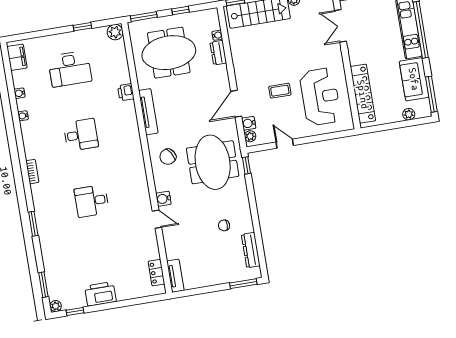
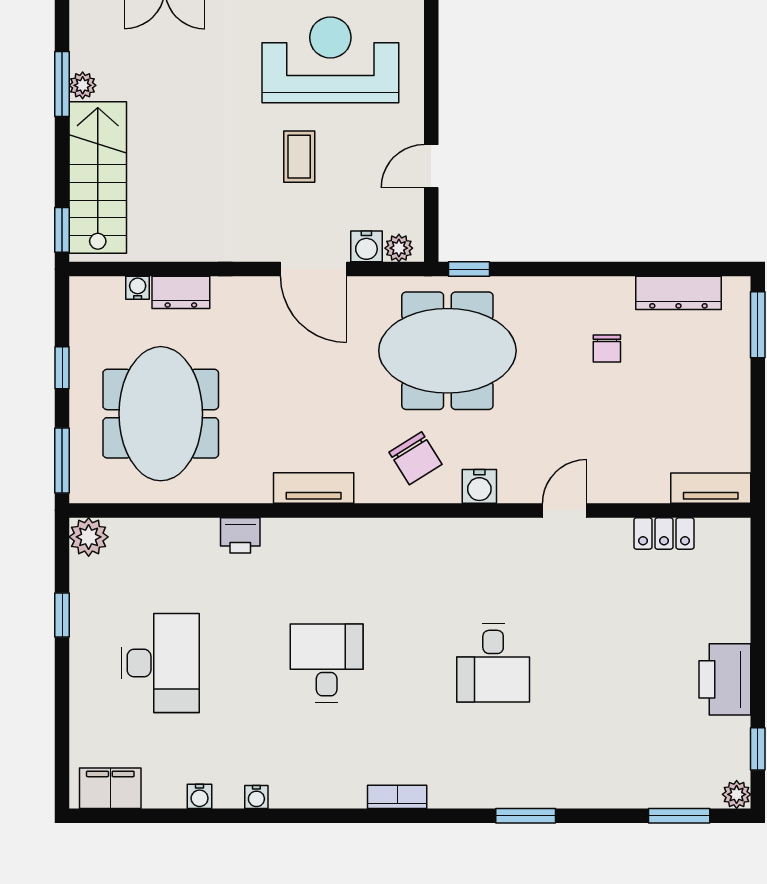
tv unit: (148, 112) -> (314, 488), width x0.71
water cooler: (163, 199) -> (479, 486), moved
locker: (156, 273) -> (664, 533), moved

